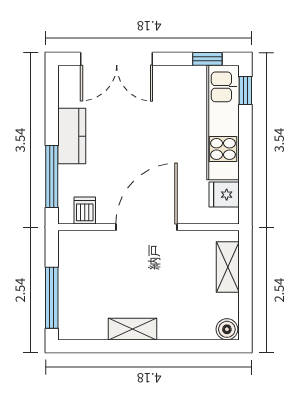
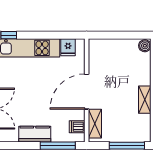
door: (146, 227) -> (87, 92), hinge flipped
shelving: (228, 267) -> (95, 124), moved, turned 90

